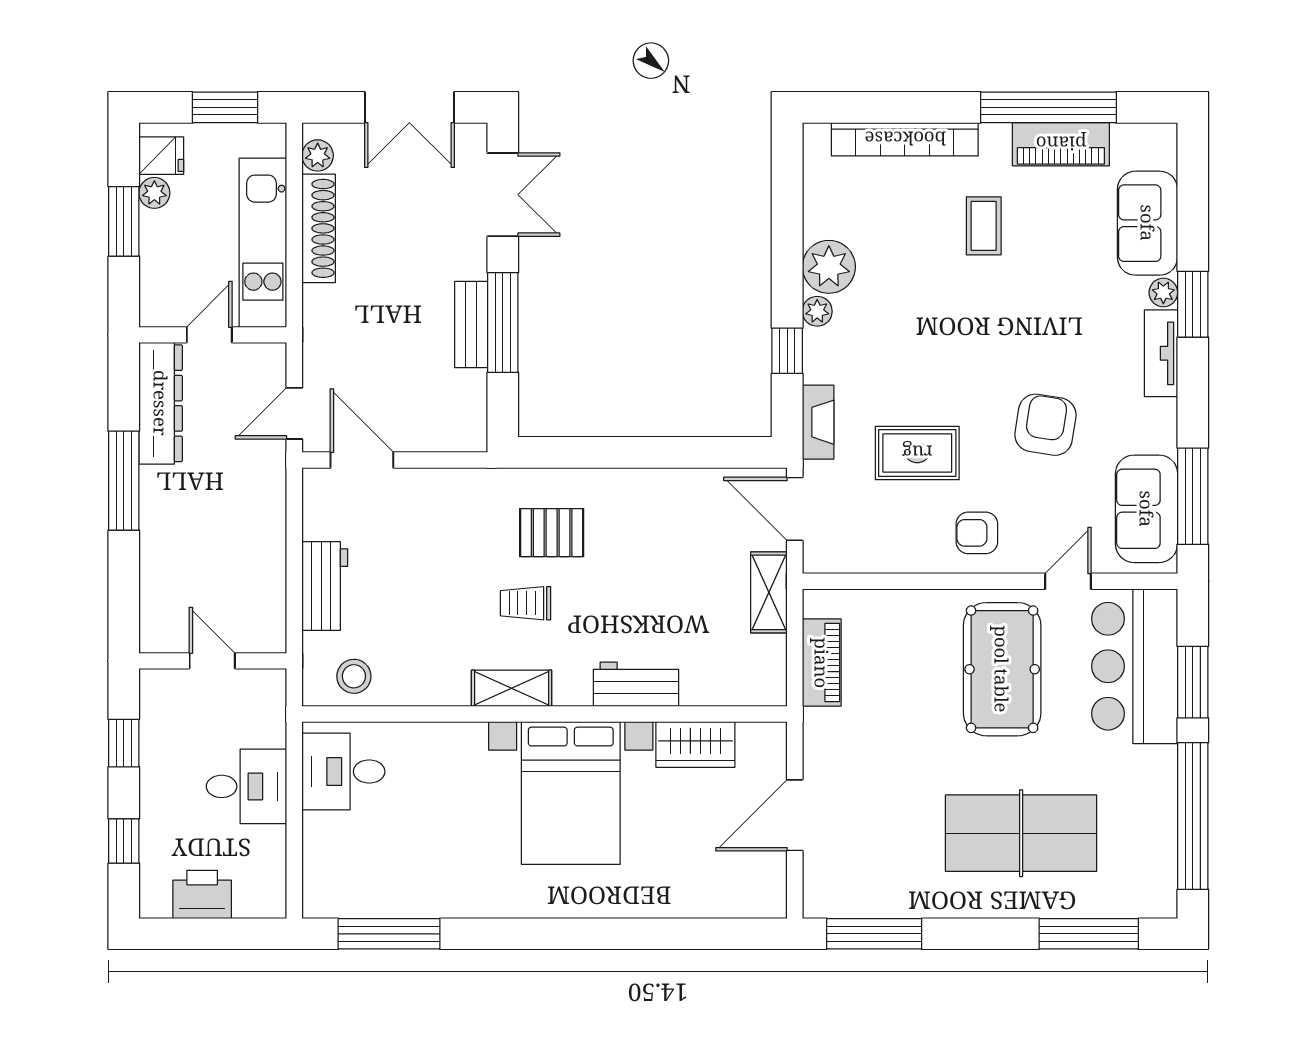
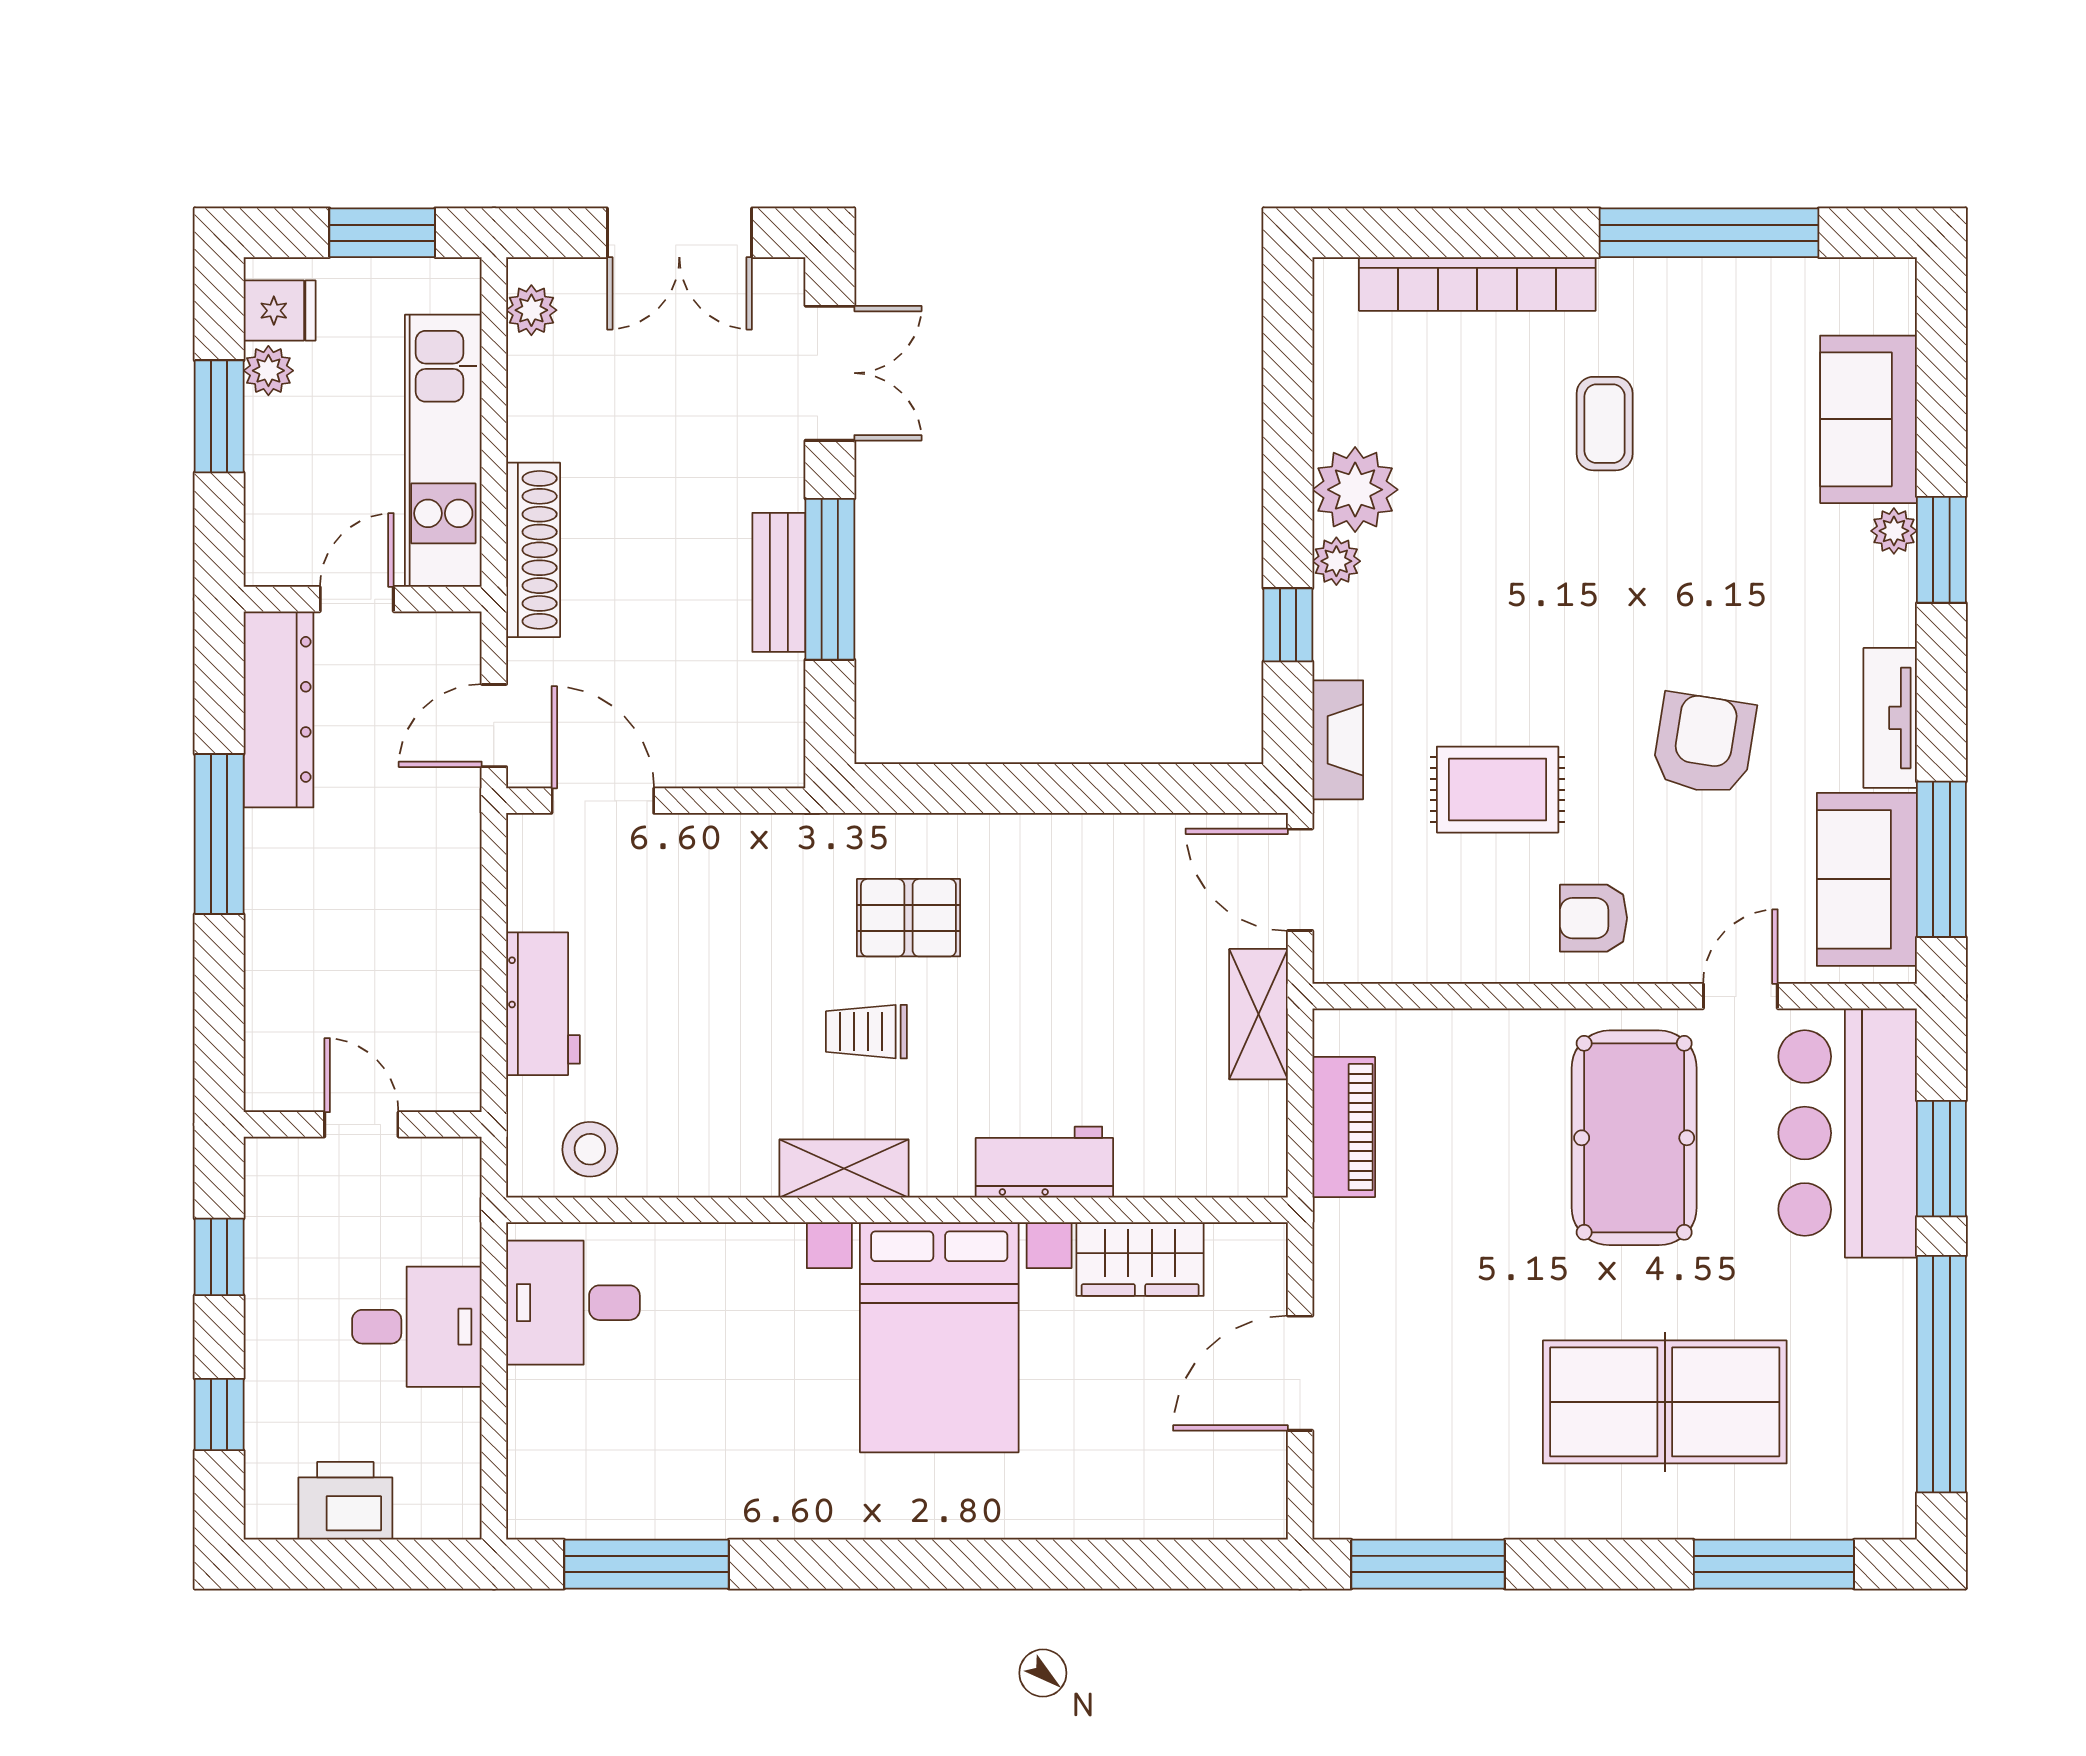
piano: (1061, 144) -> (1729, 292), removed
shoe rack: (319, 228) -> (533, 550), moved
tv unit: (1161, 353) -> (1890, 718), moved

